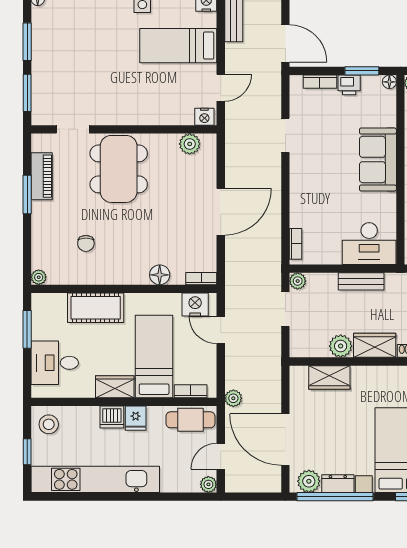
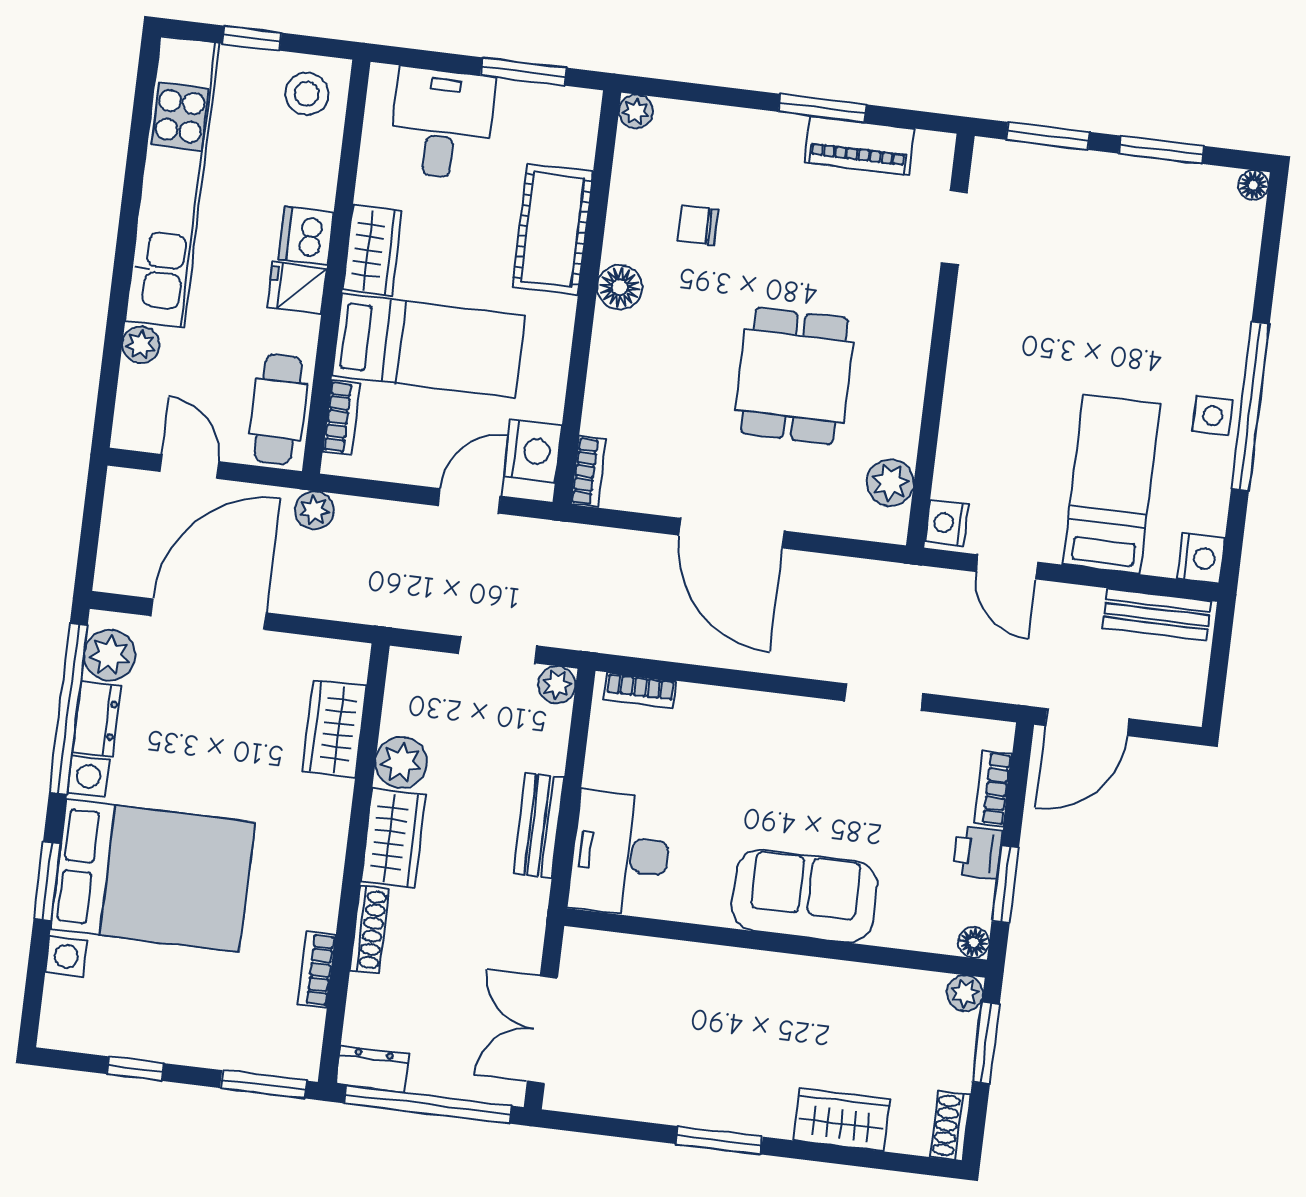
dining table: (119, 169) -> (794, 376), moved, width x0.73
floor lamp: (160, 275) -> (620, 287), moved
plant: (208, 484) -> (141, 345), moved

